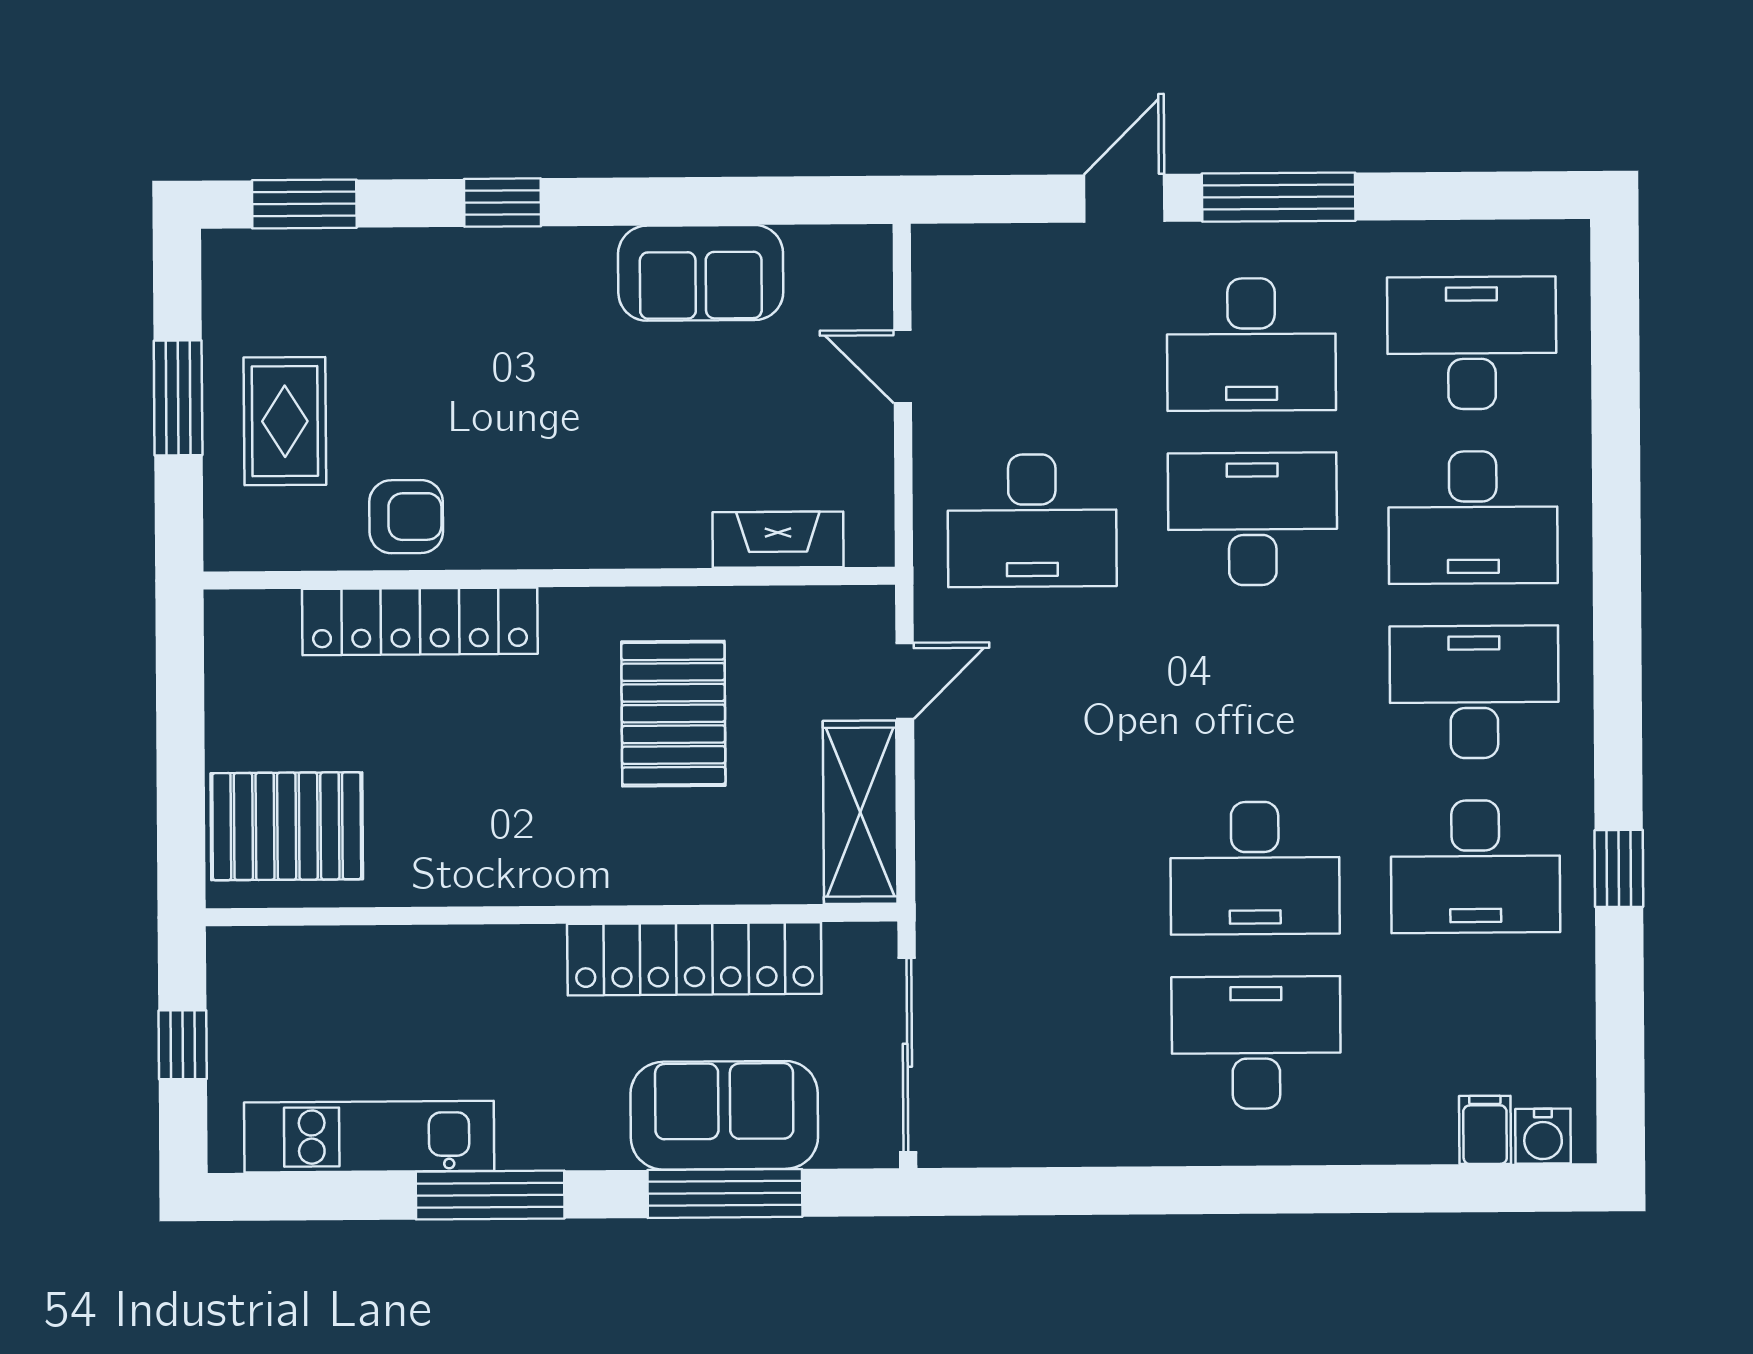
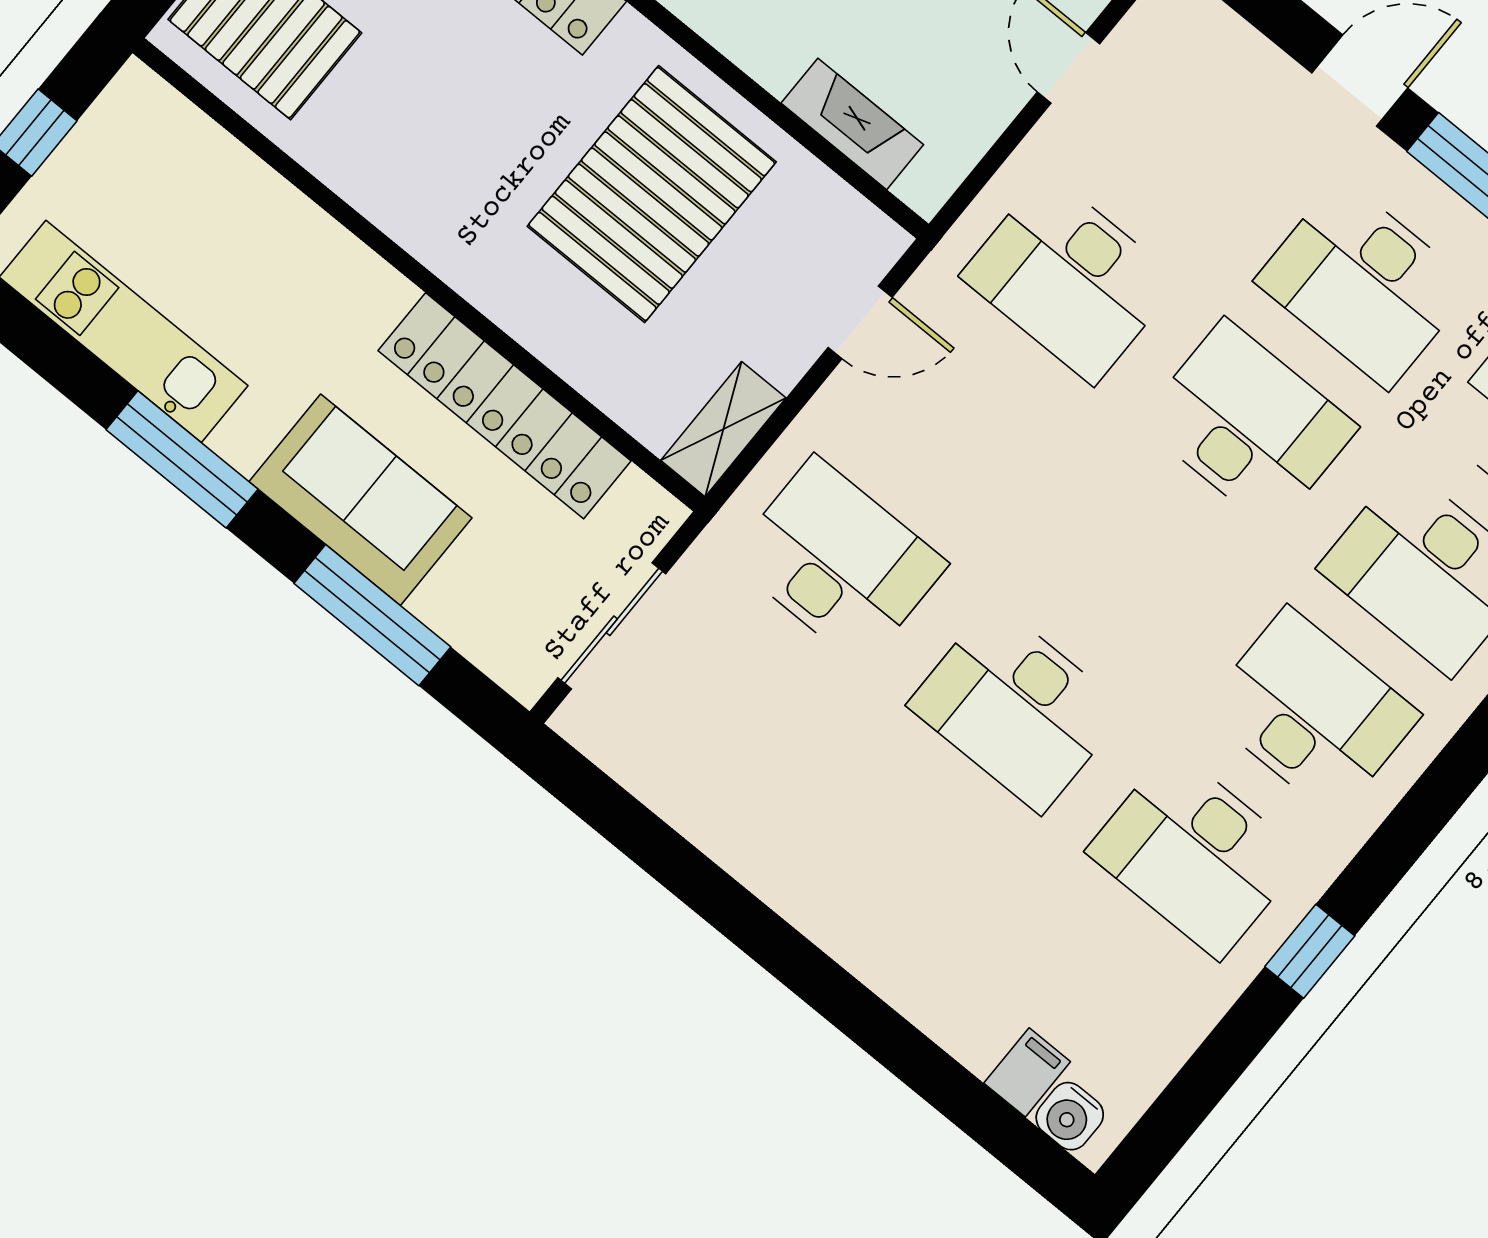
pallet: (673, 714) -> (652, 194), width x1.37, depth x1.41
shelving: (860, 812) -> (723, 429), width x0.67, depth x0.75
desk: (1256, 1043) -> (838, 561), moved
sliding door: (907, 1055) -> (612, 626), width x0.73
sofa: (724, 1115) -> (360, 500), moved

